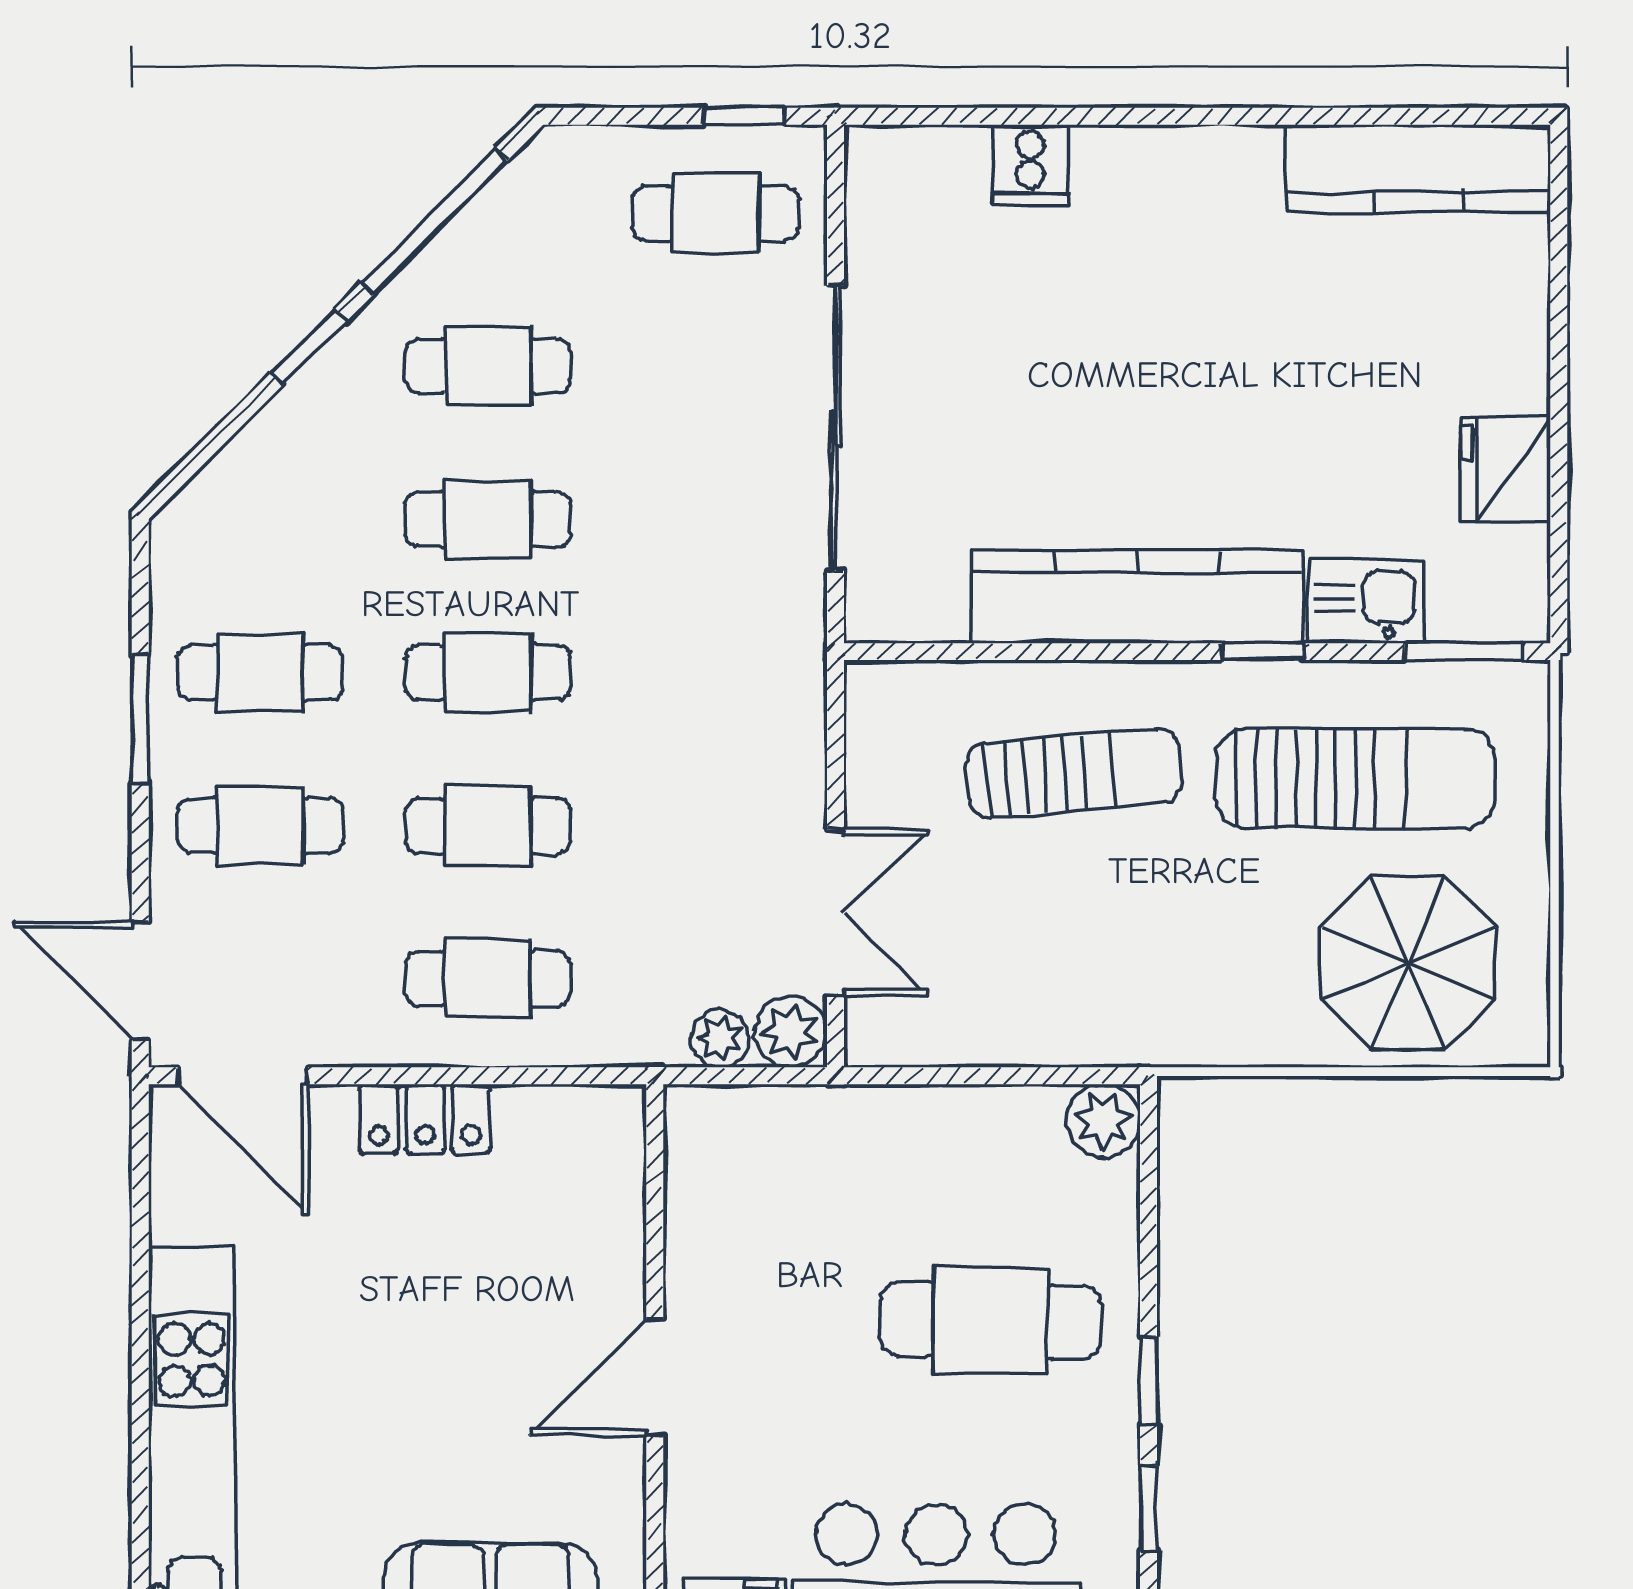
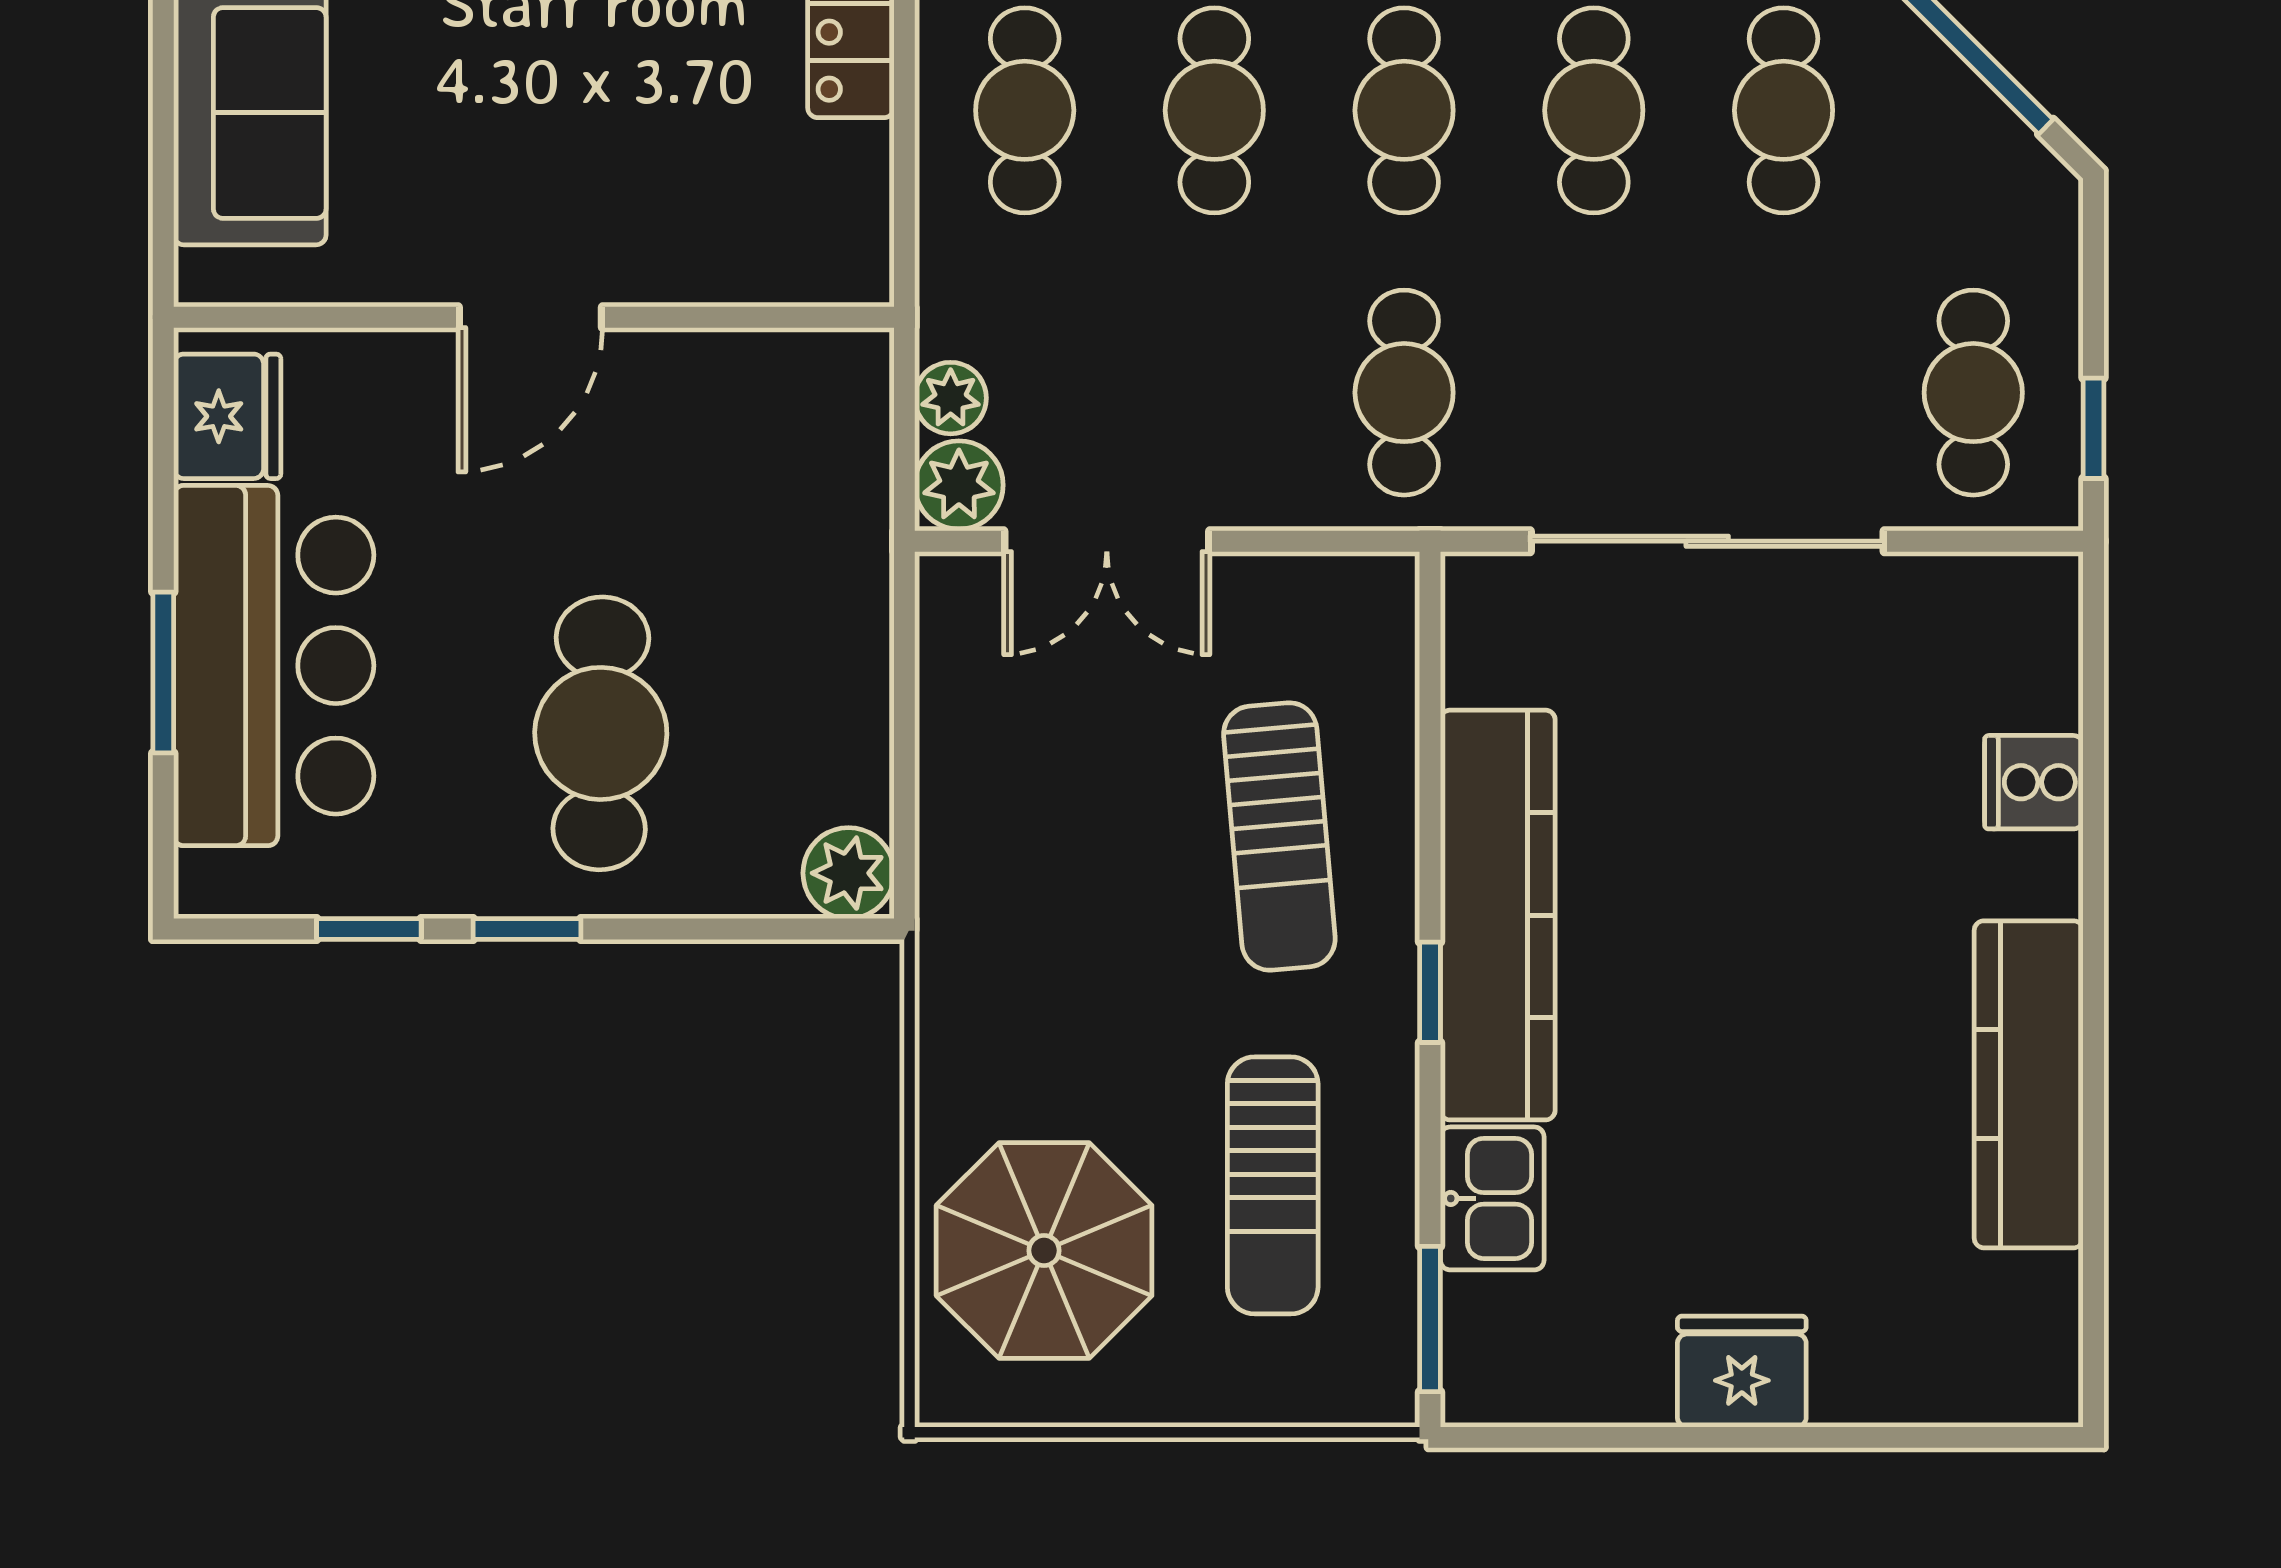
kitchen counter: (1418, 169) -> (2029, 1084), moved
fridge: (1506, 470) -> (1742, 1372), moved
window: (1263, 652) -> (1430, 992), moved
cafe table: (716, 673) -> (1404, 393), added
sun lounger: (1355, 779) -> (1273, 1185), width x0.73, depth x0.75
door: (655, 1378) -> (530, 317), swing flipped

